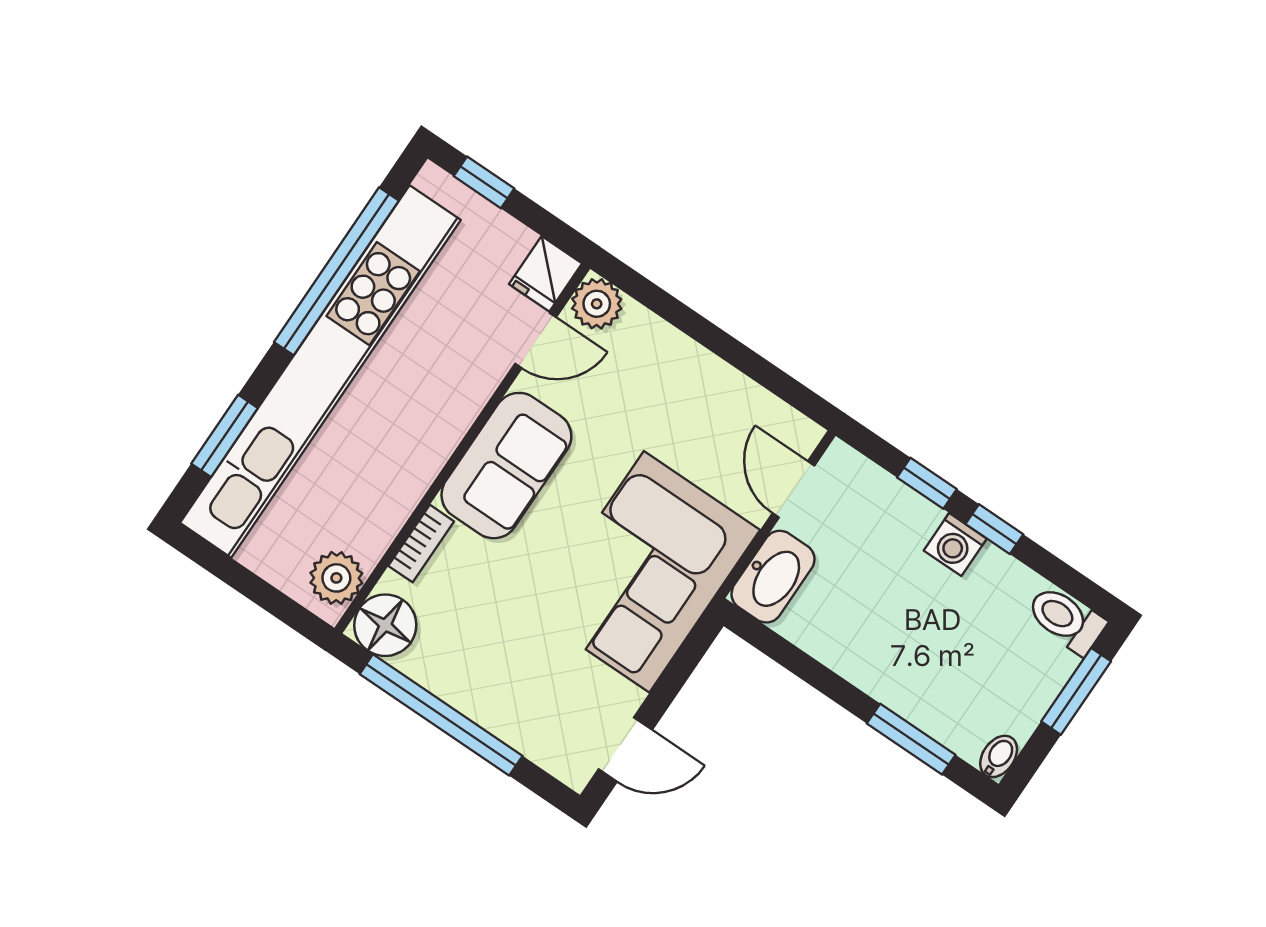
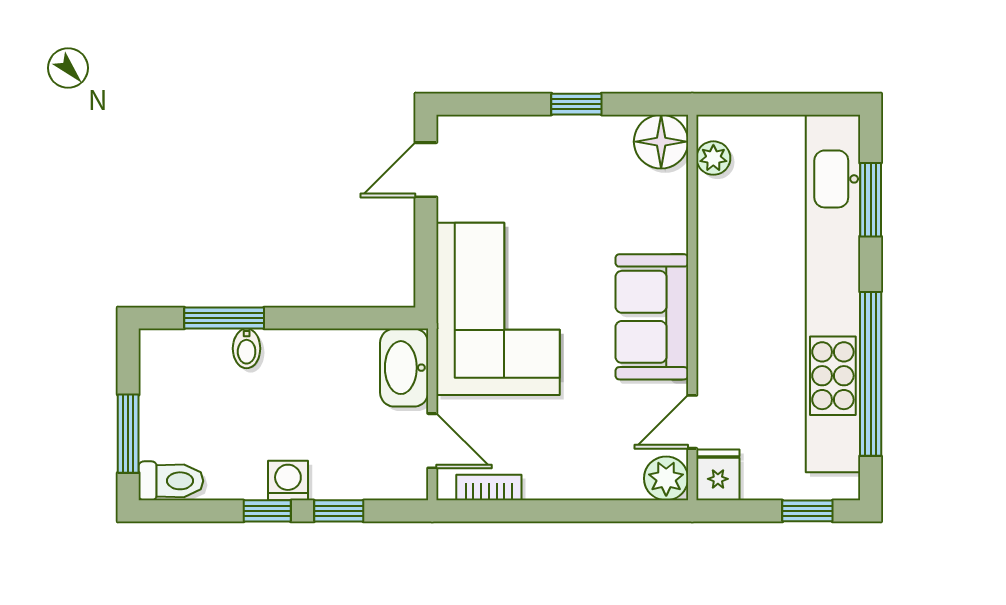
bookcase: (421, 544) -> (489, 487), moved, turned 90
plant: (336, 578) -> (713, 158), width x0.73, depth x0.73
window: (441, 715) -> (576, 104), width x0.32
bidet: (999, 756) -> (247, 348), moved

